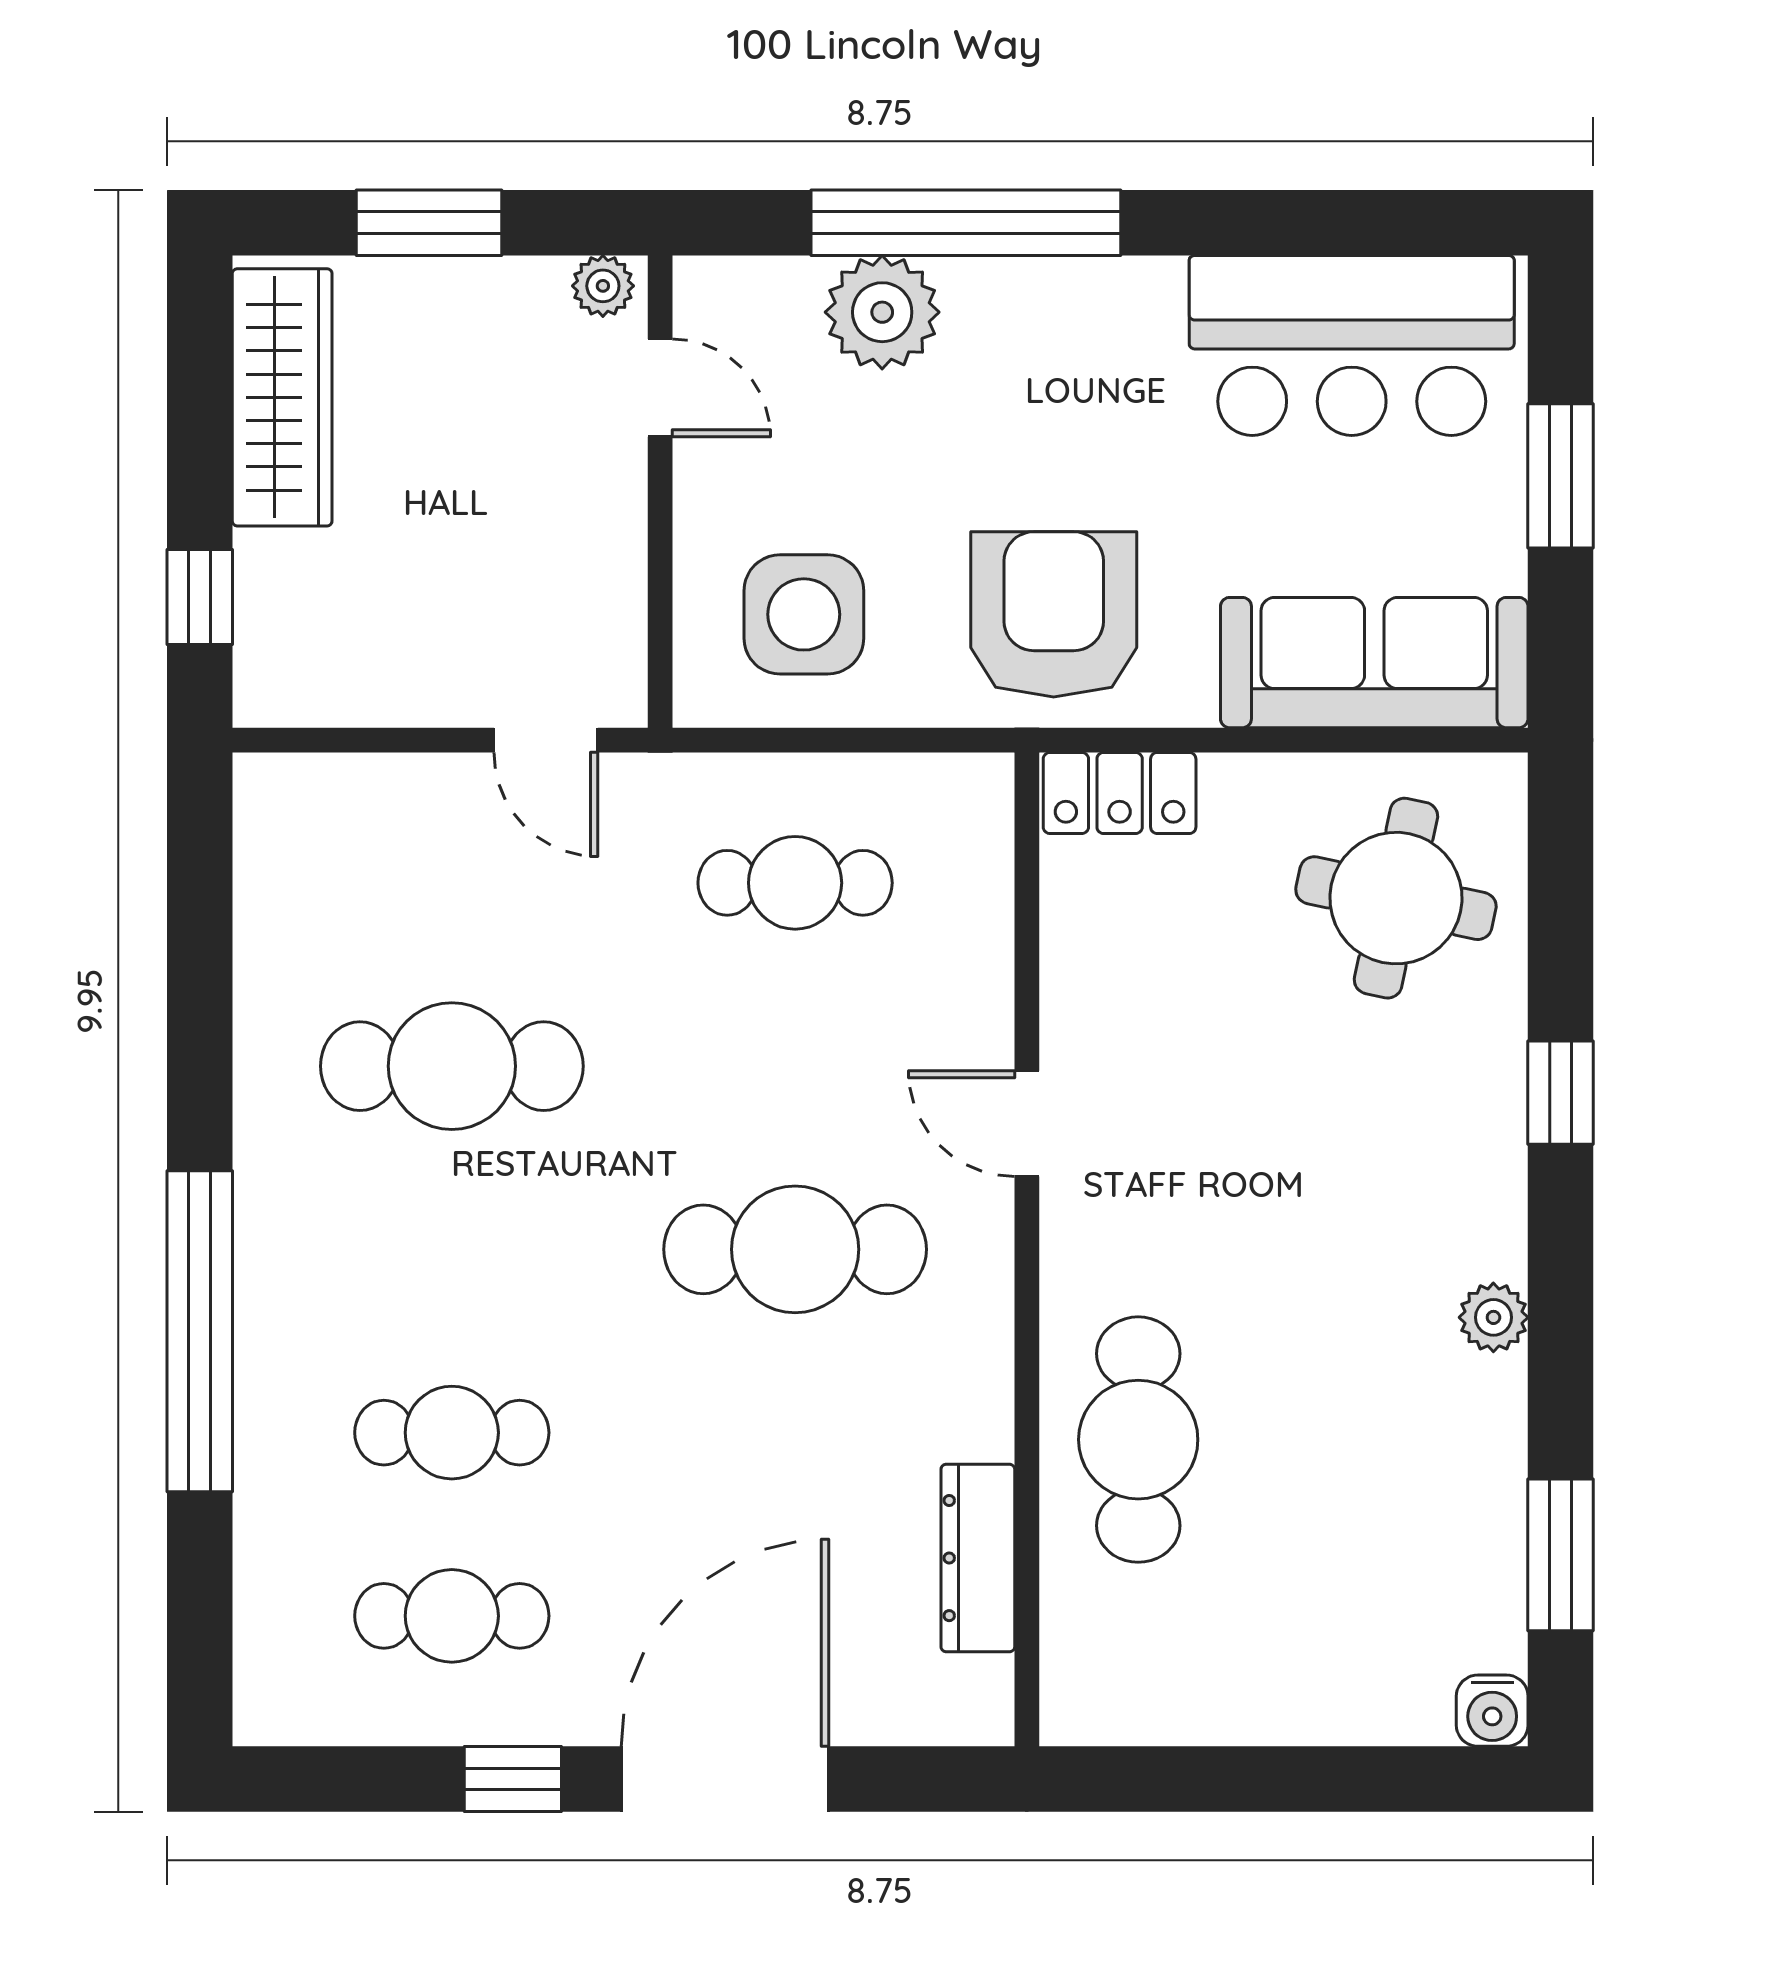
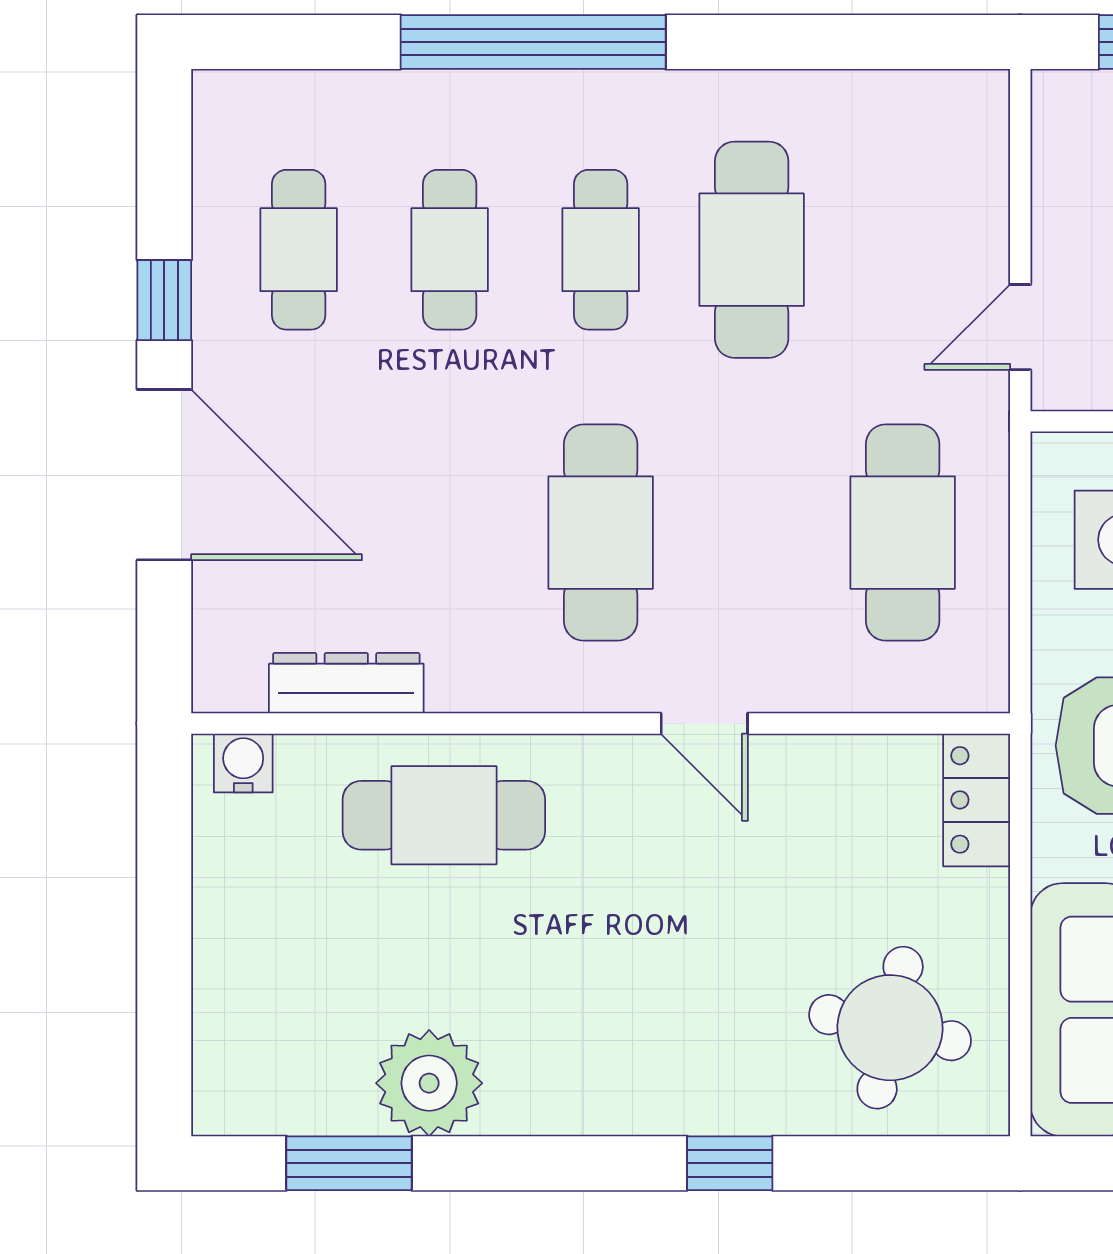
cafe table: (795, 883) -> (903, 533), width x1.37, depth x1.35
door: (1027, 1124) -> (704, 723), swing flipped
cafe table: (452, 1249) -> (601, 250), added
plant: (1493, 1317) -> (429, 1083), moved, width x1.88, depth x1.88
water cooler: (1492, 1711) -> (243, 763), moved, turned 90

